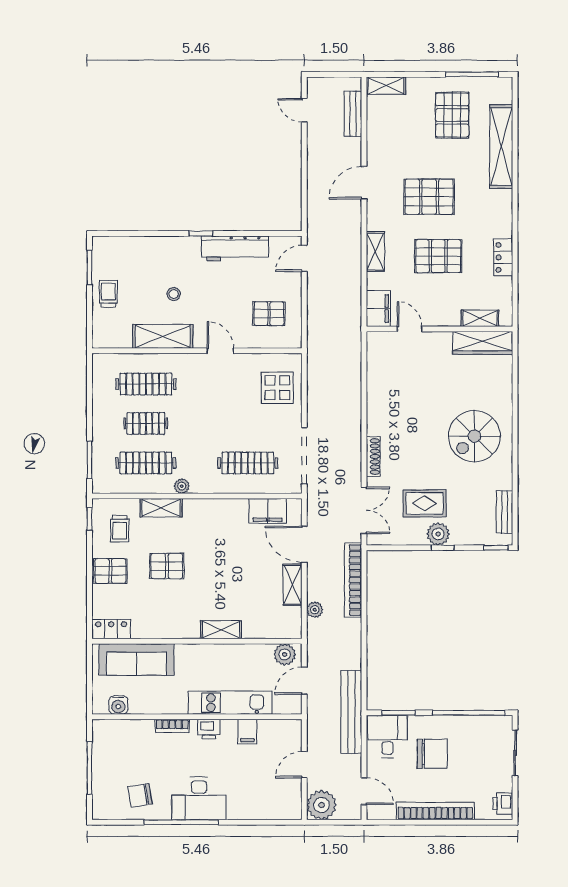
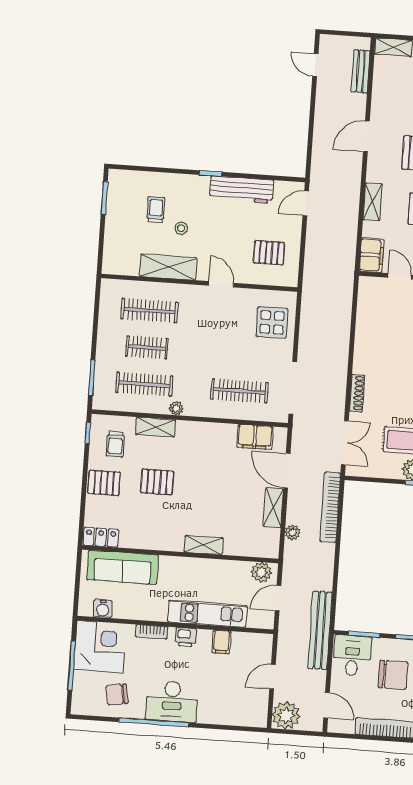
trolley: (108, 294) -> (156, 210), moved
corner desk: (118, 746) -> (100, 647), added

